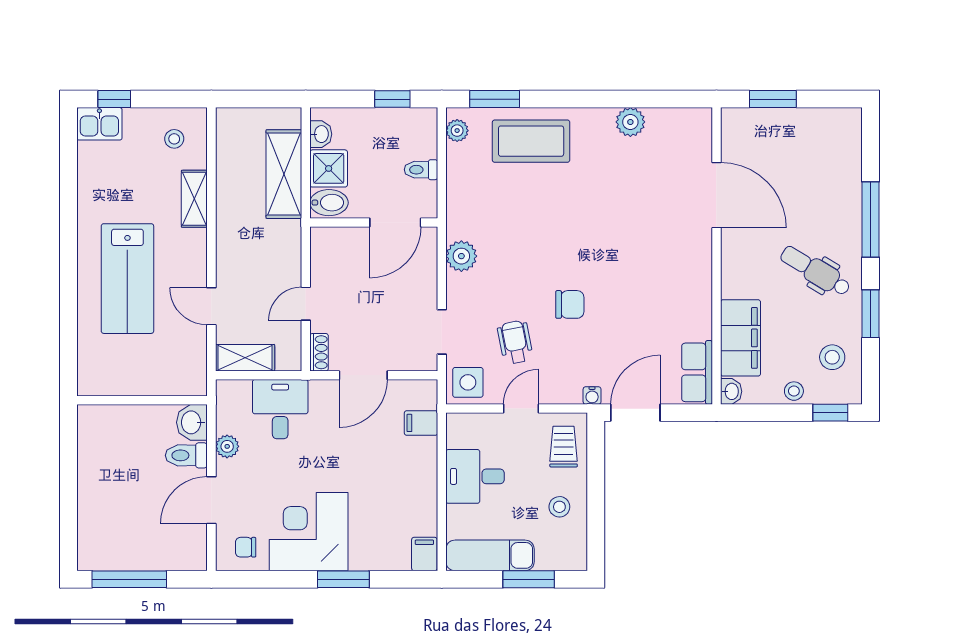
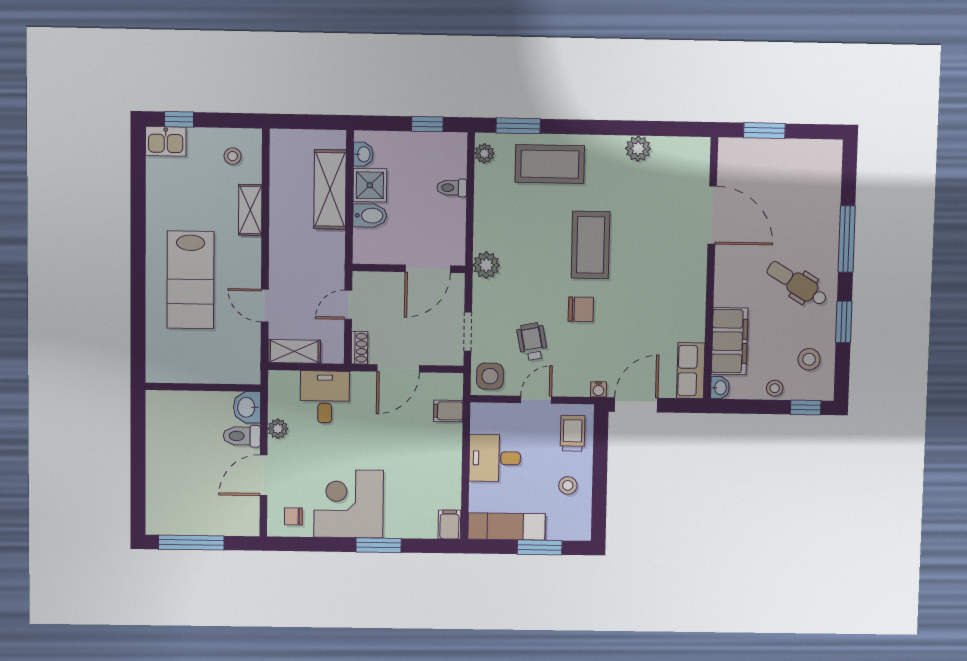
wall: (374, 223) -> (409, 268), moved
door: (395, 223) -> (428, 269), moved
coffee table: (579, 231) -> (591, 245), added

